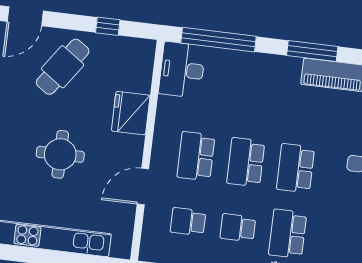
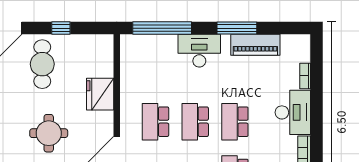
window: (108, 26) -> (61, 28), moved
cafe table: (63, 67) -> (42, 64), turned -35
desk: (182, 70) -> (199, 51), moved, turned 90

